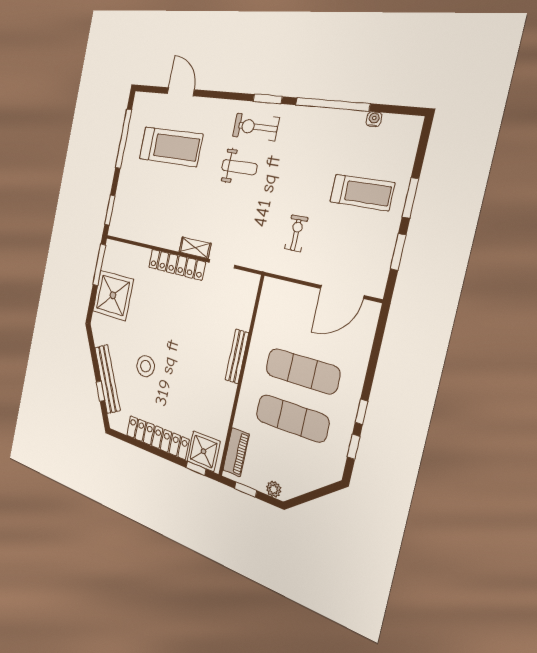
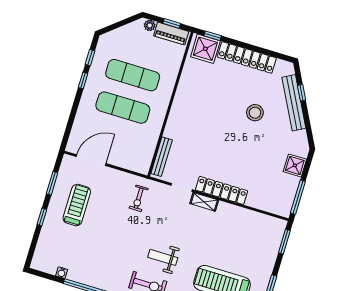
treadmill: (362, 192) -> (77, 205), moved, turned 90
window: (410, 198) -> (42, 217), width x0.67
exercise bike: (296, 233) -> (139, 198), moved
shower: (113, 295) -> (295, 165), width x0.54, depth x0.54
bench: (237, 356) -> (162, 157), moved
piano: (236, 452) -> (171, 34), moved, turned -90

